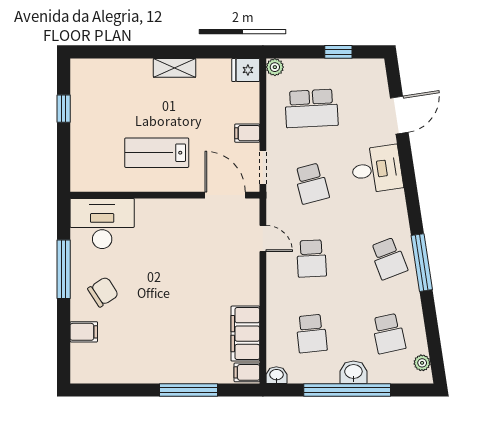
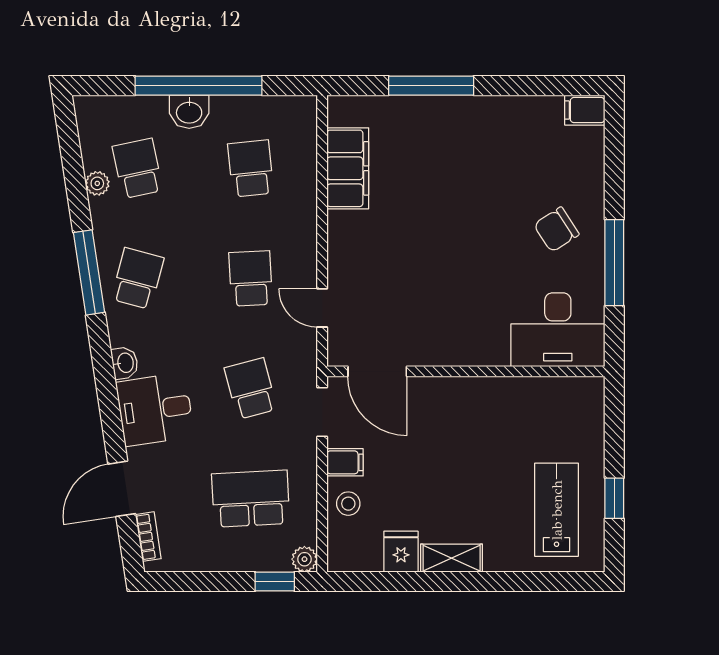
window: (338, 52) -> (275, 581), moved
fridge: (246, 70) -> (401, 552), moved, turned -90
bookcase: (381, 83) -> (148, 537), added
stool: (245, 105) -> (348, 504), added
lab bench: (157, 153) -> (557, 510), moved, turned -90
school desk: (389, 258) -> (138, 278), turned 36
filing cabinet: (84, 332) -> (585, 110), moved
plant: (422, 363) -> (97, 183), moved
filing cabinet: (247, 372) -> (345, 111), removed
washbasin: (276, 375) -> (125, 363), moved, turned -99

